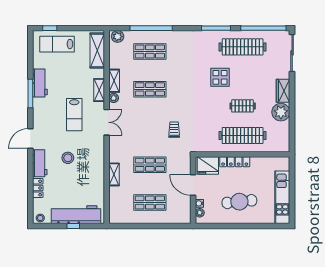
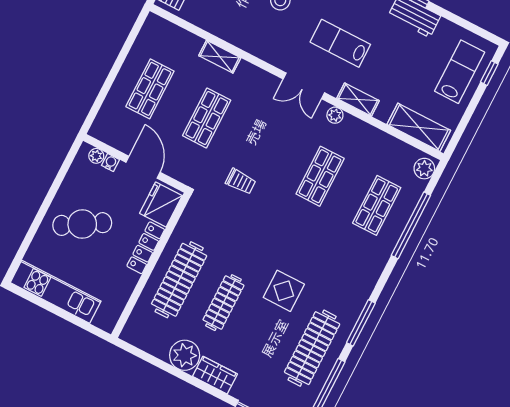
shelving: (114, 81) -> (360, 129), removed
clothes rail: (243, 106) -> (223, 303), width x1.36
door: (193, 185) -> (143, 167), hinge flipped
cafe table: (239, 202) -> (82, 224), turned 65

